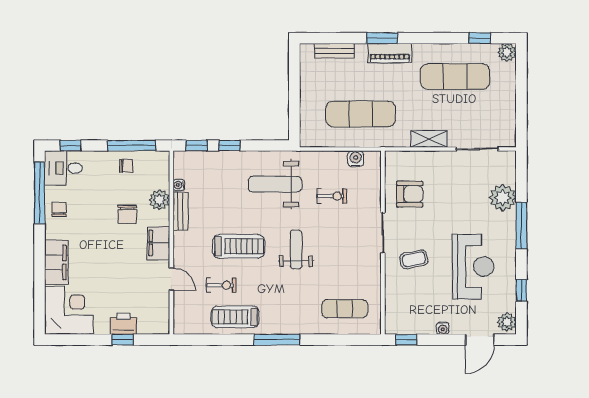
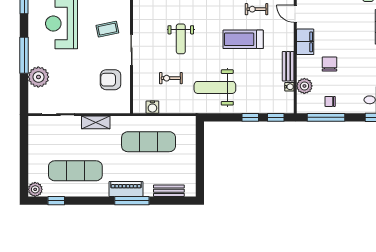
window: (382, 38) -> (132, 201), width x1.44
weight bench: (275, 184) -> (215, 87), turned 180
plant: (159, 200) -> (304, 86), moved
weight bench: (296, 249) -> (181, 39), moved

